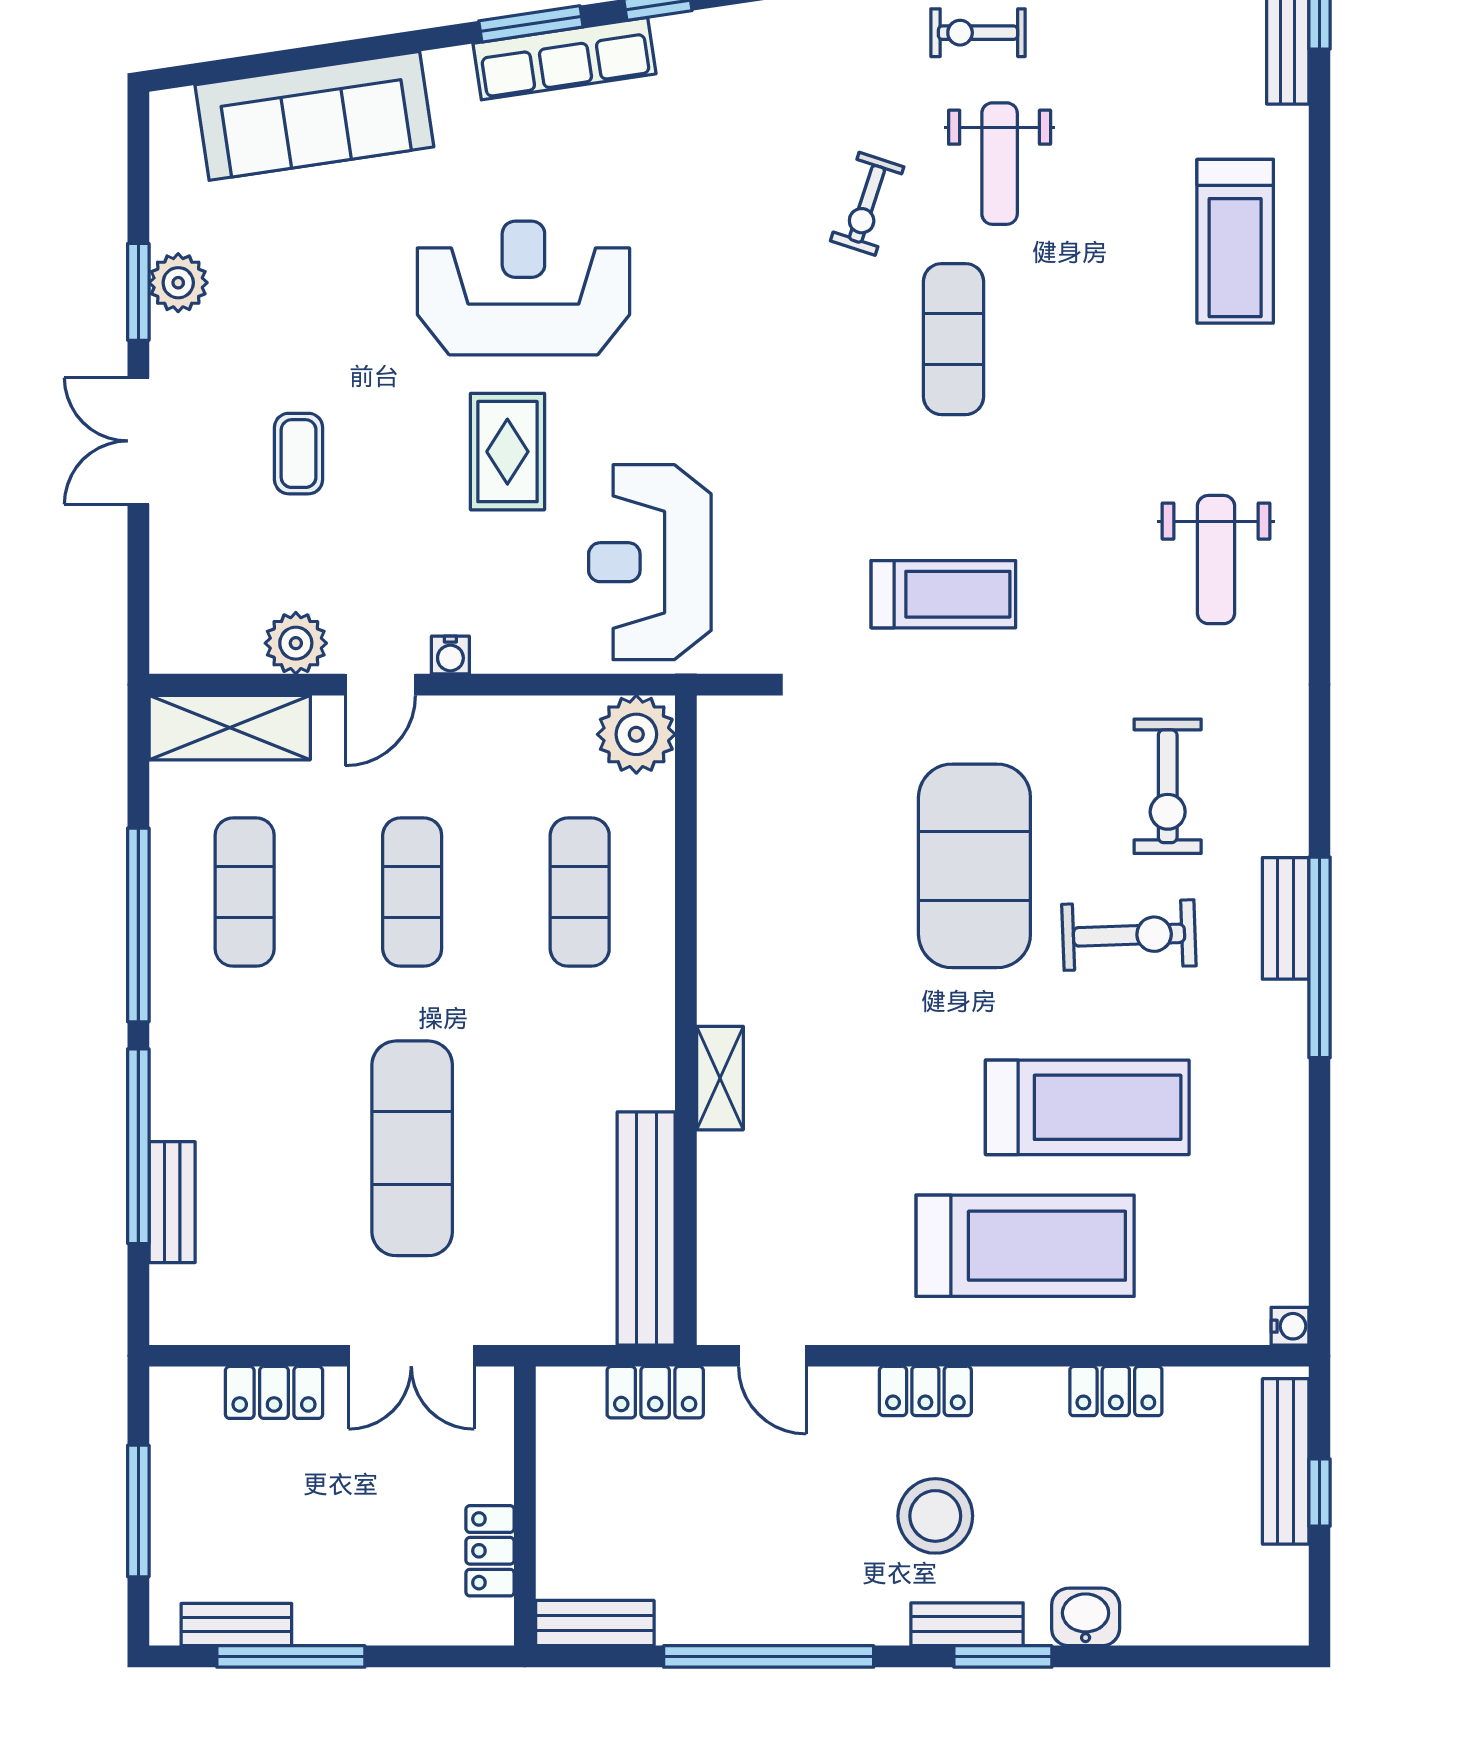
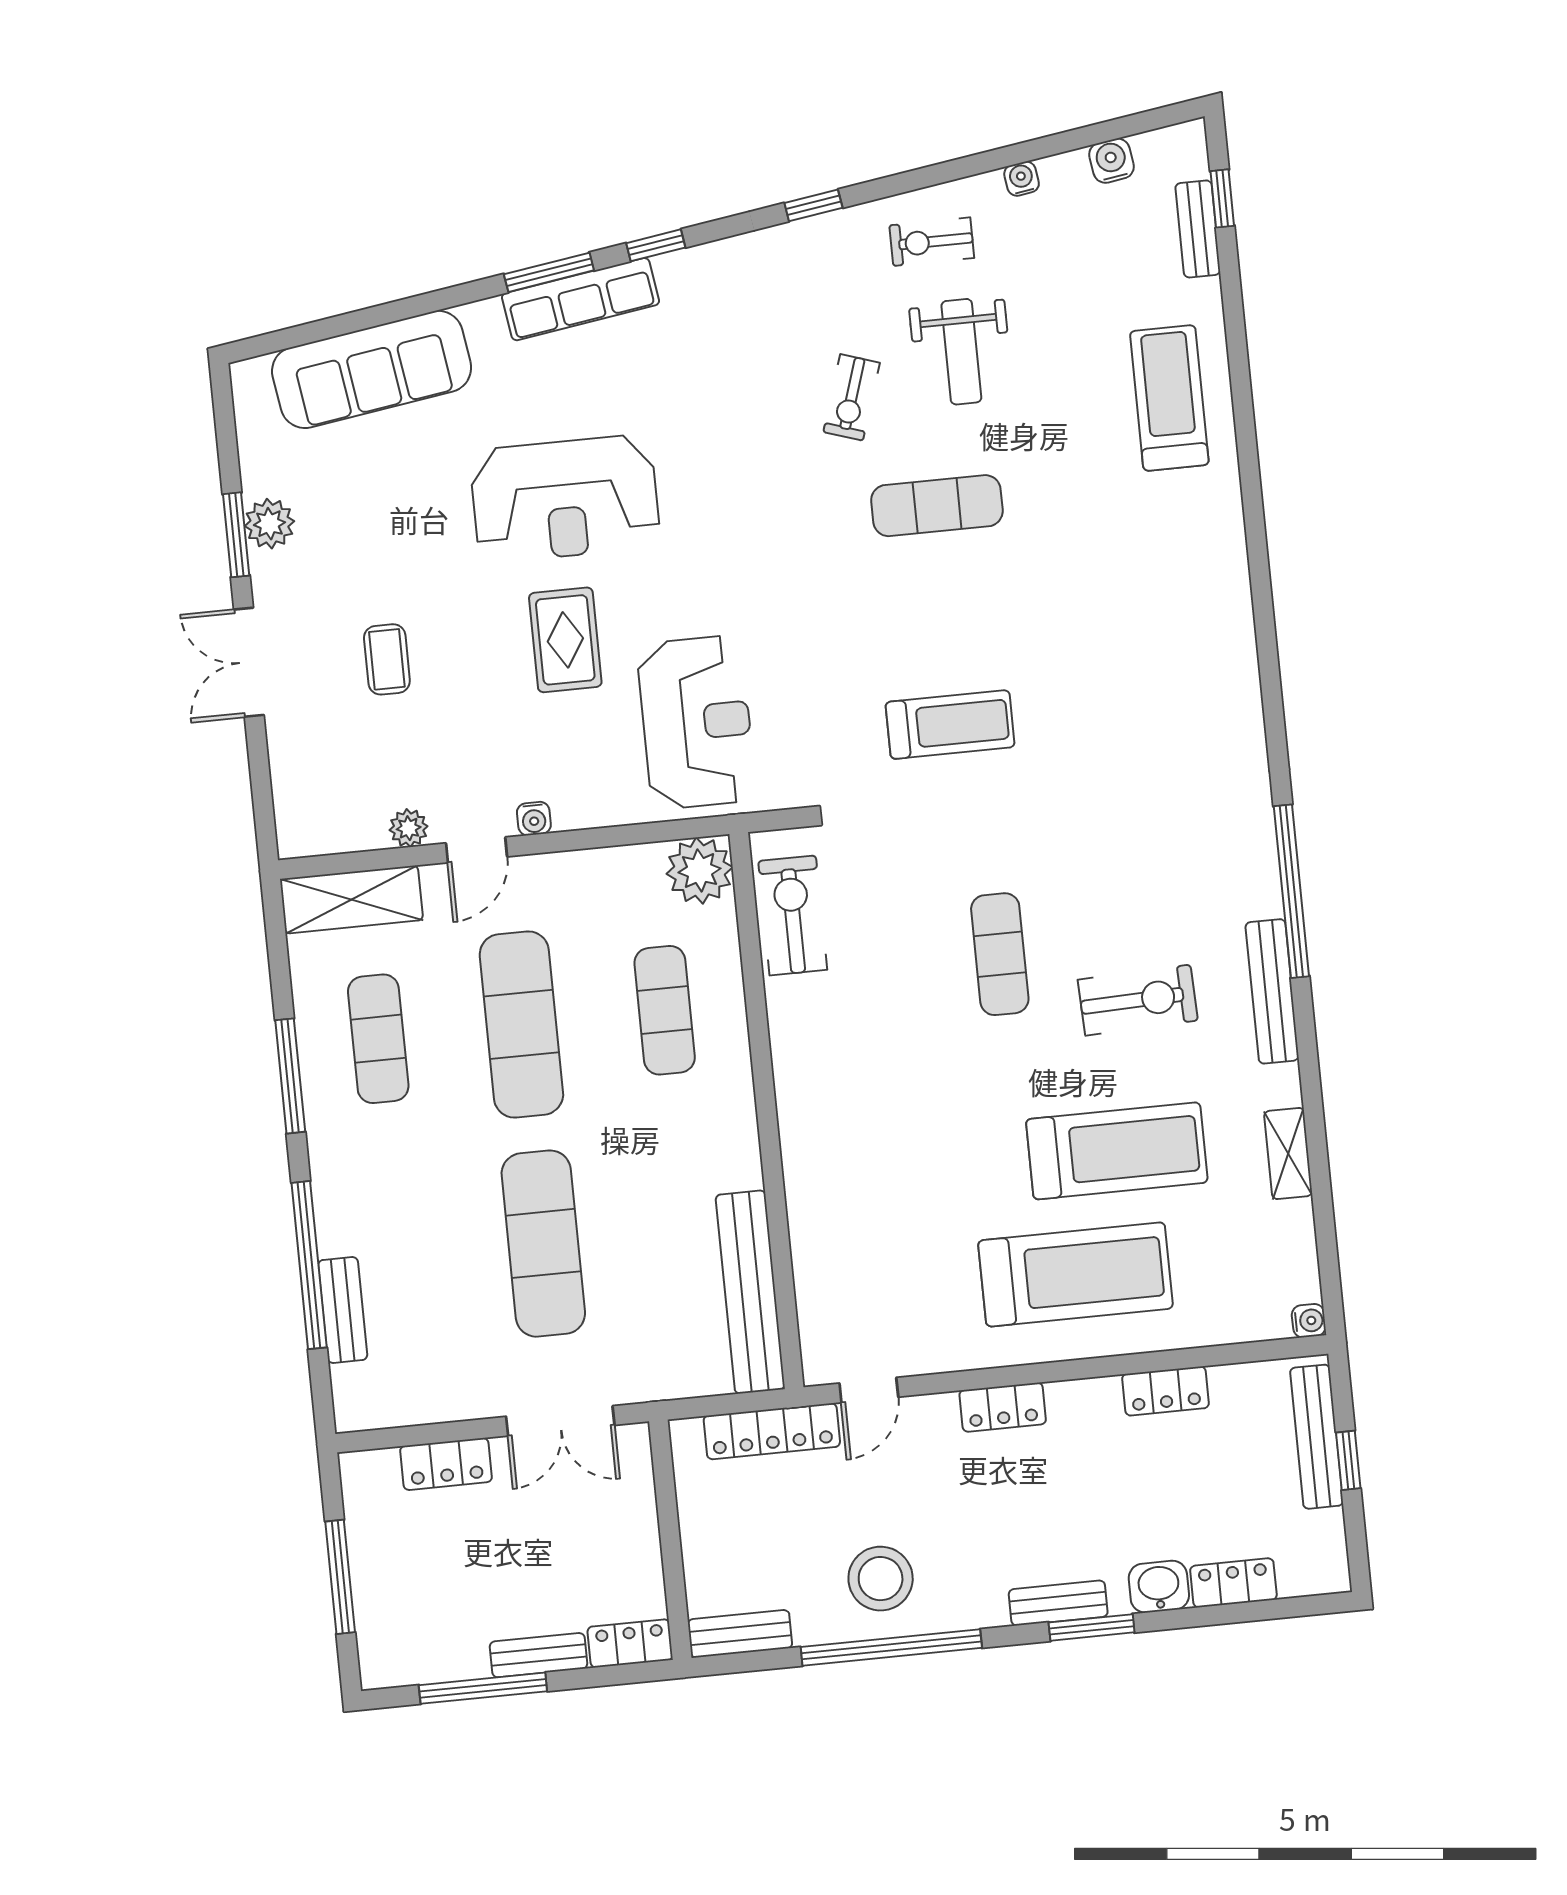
treadmill: (1235, 241) -> (1169, 398), turned 180
reception desk: (523, 288) -> (565, 499), turned 180
exercise mat: (954, 339) -> (937, 506), turned 90
weight bench: (1216, 560) -> (1180, 672), removed
reception desk: (650, 562) -> (696, 722), turned 180
plant: (296, 643) -> (409, 828), width x0.73, depth x0.73
exercise bike: (1168, 786) -> (793, 915), moved, turned 180
exercise mat: (974, 866) -> (1000, 954), width x0.50, depth x0.69
exercise mat: (412, 892) -> (521, 1024), width x1.36, depth x1.45
bench: (1286, 918) -> (1272, 991), width x1.36
window: (138, 925) -> (290, 1076), width x0.68
window: (1320, 957) -> (1291, 891), moved
shelving: (720, 1078) -> (1288, 1154), moved
door: (772, 1356) -> (869, 1390), hinge flipped
locker: (655, 1392) -> (772, 1431), width x1.53
stool: (935, 1516) -> (881, 1579), moved
locker: (490, 1551) -> (630, 1643), moved, turned 90
locker: (1172, 1621) -> (1233, 1583), added
bench: (236, 1625) -> (539, 1655), moved

